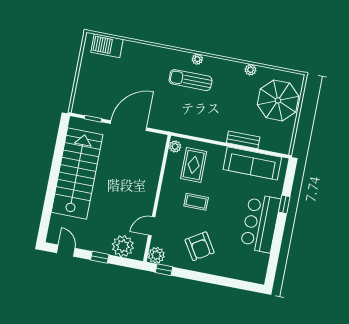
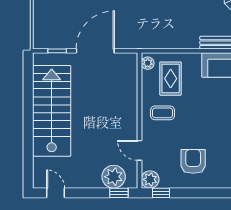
coffee table: (196, 202) -> (163, 113), moved
door: (152, 226) -> (139, 150), hinge flipped
armchair: (200, 246) -> (193, 161), turned -148
window: (100, 257) -> (119, 193), moved

